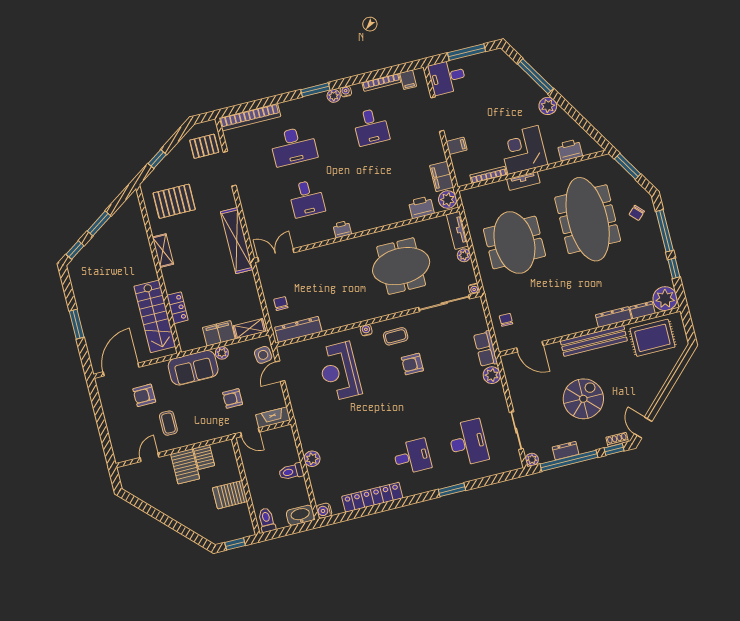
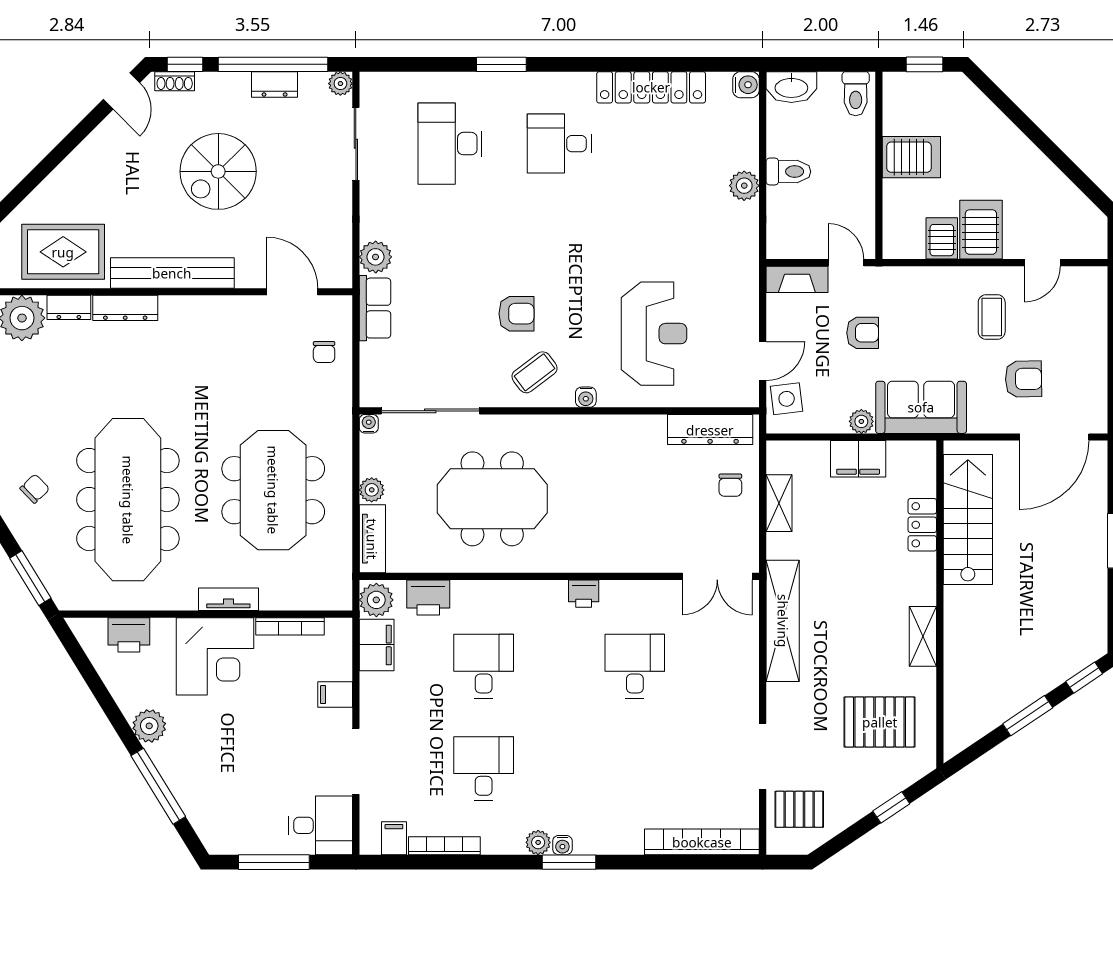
water cooler: (346, 91) -> (562, 845), moved
desk: (294, 146) -> (484, 666), moved, width x0.73
shelving: (249, 329) -> (779, 503), moved, turned 90
coffee table: (396, 336) -> (535, 372), turned -36

